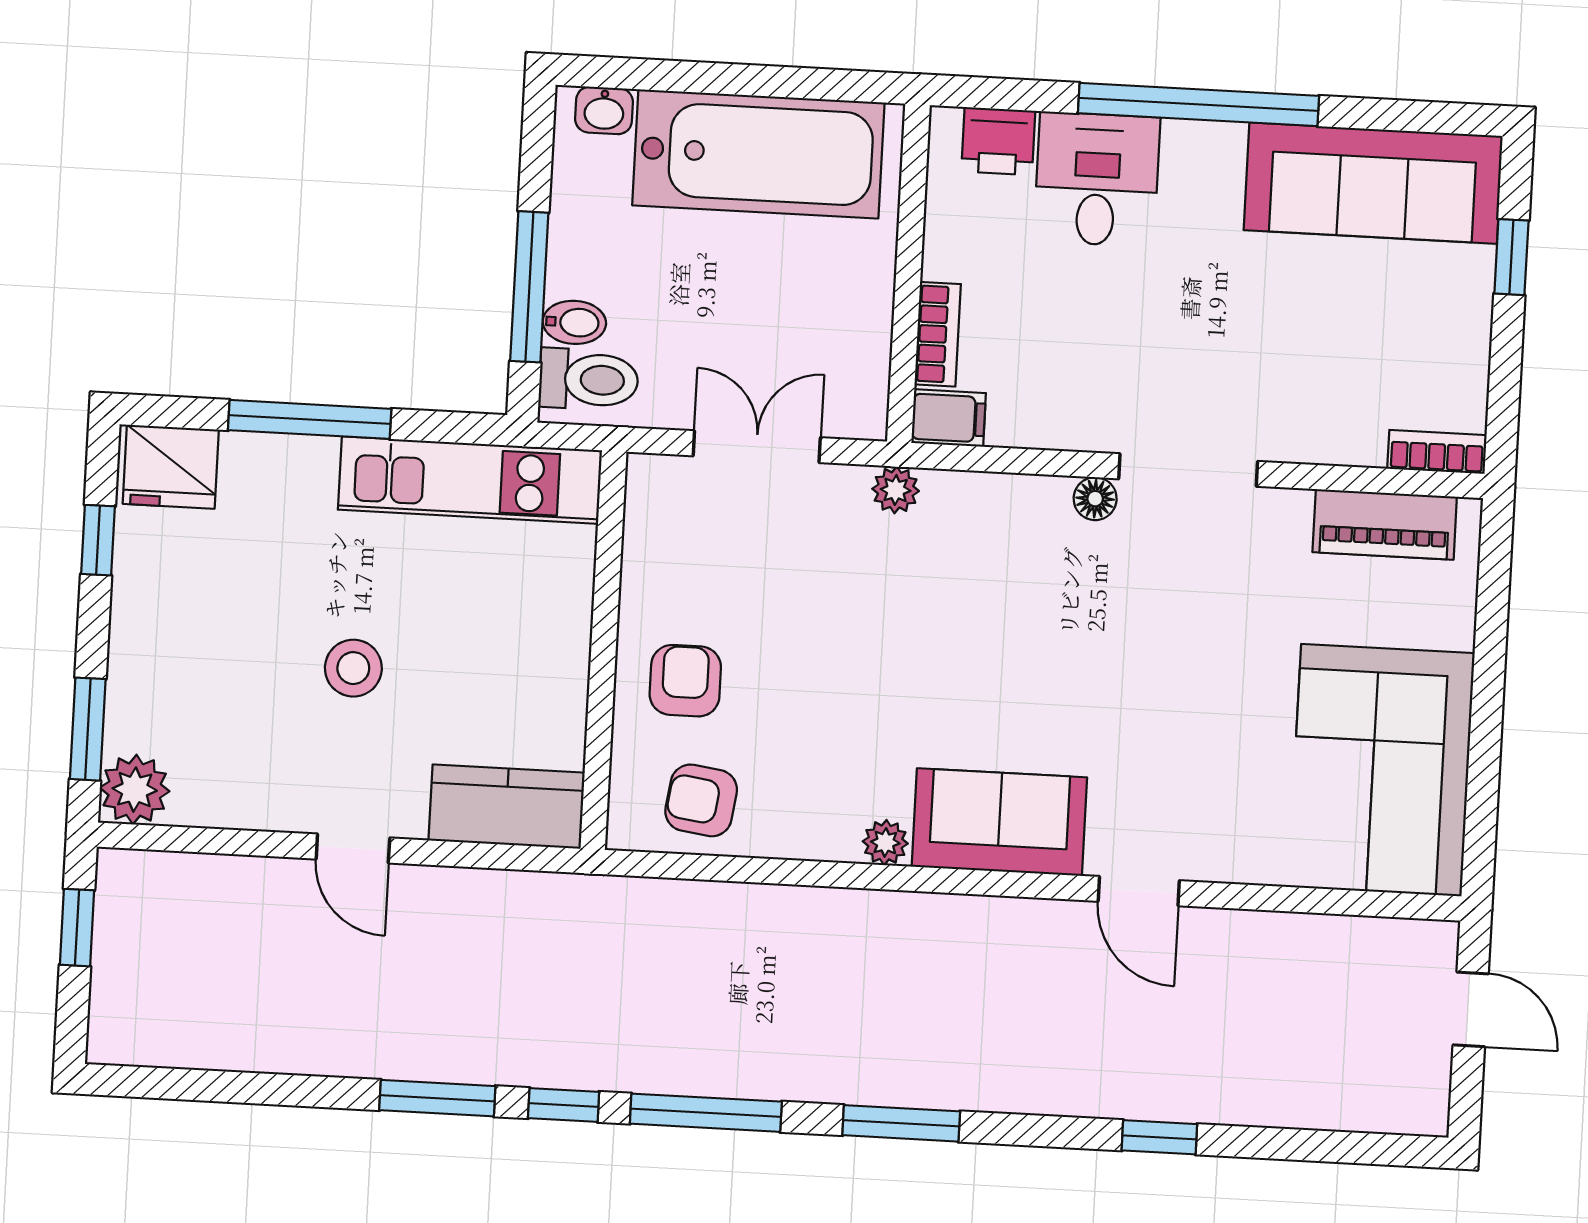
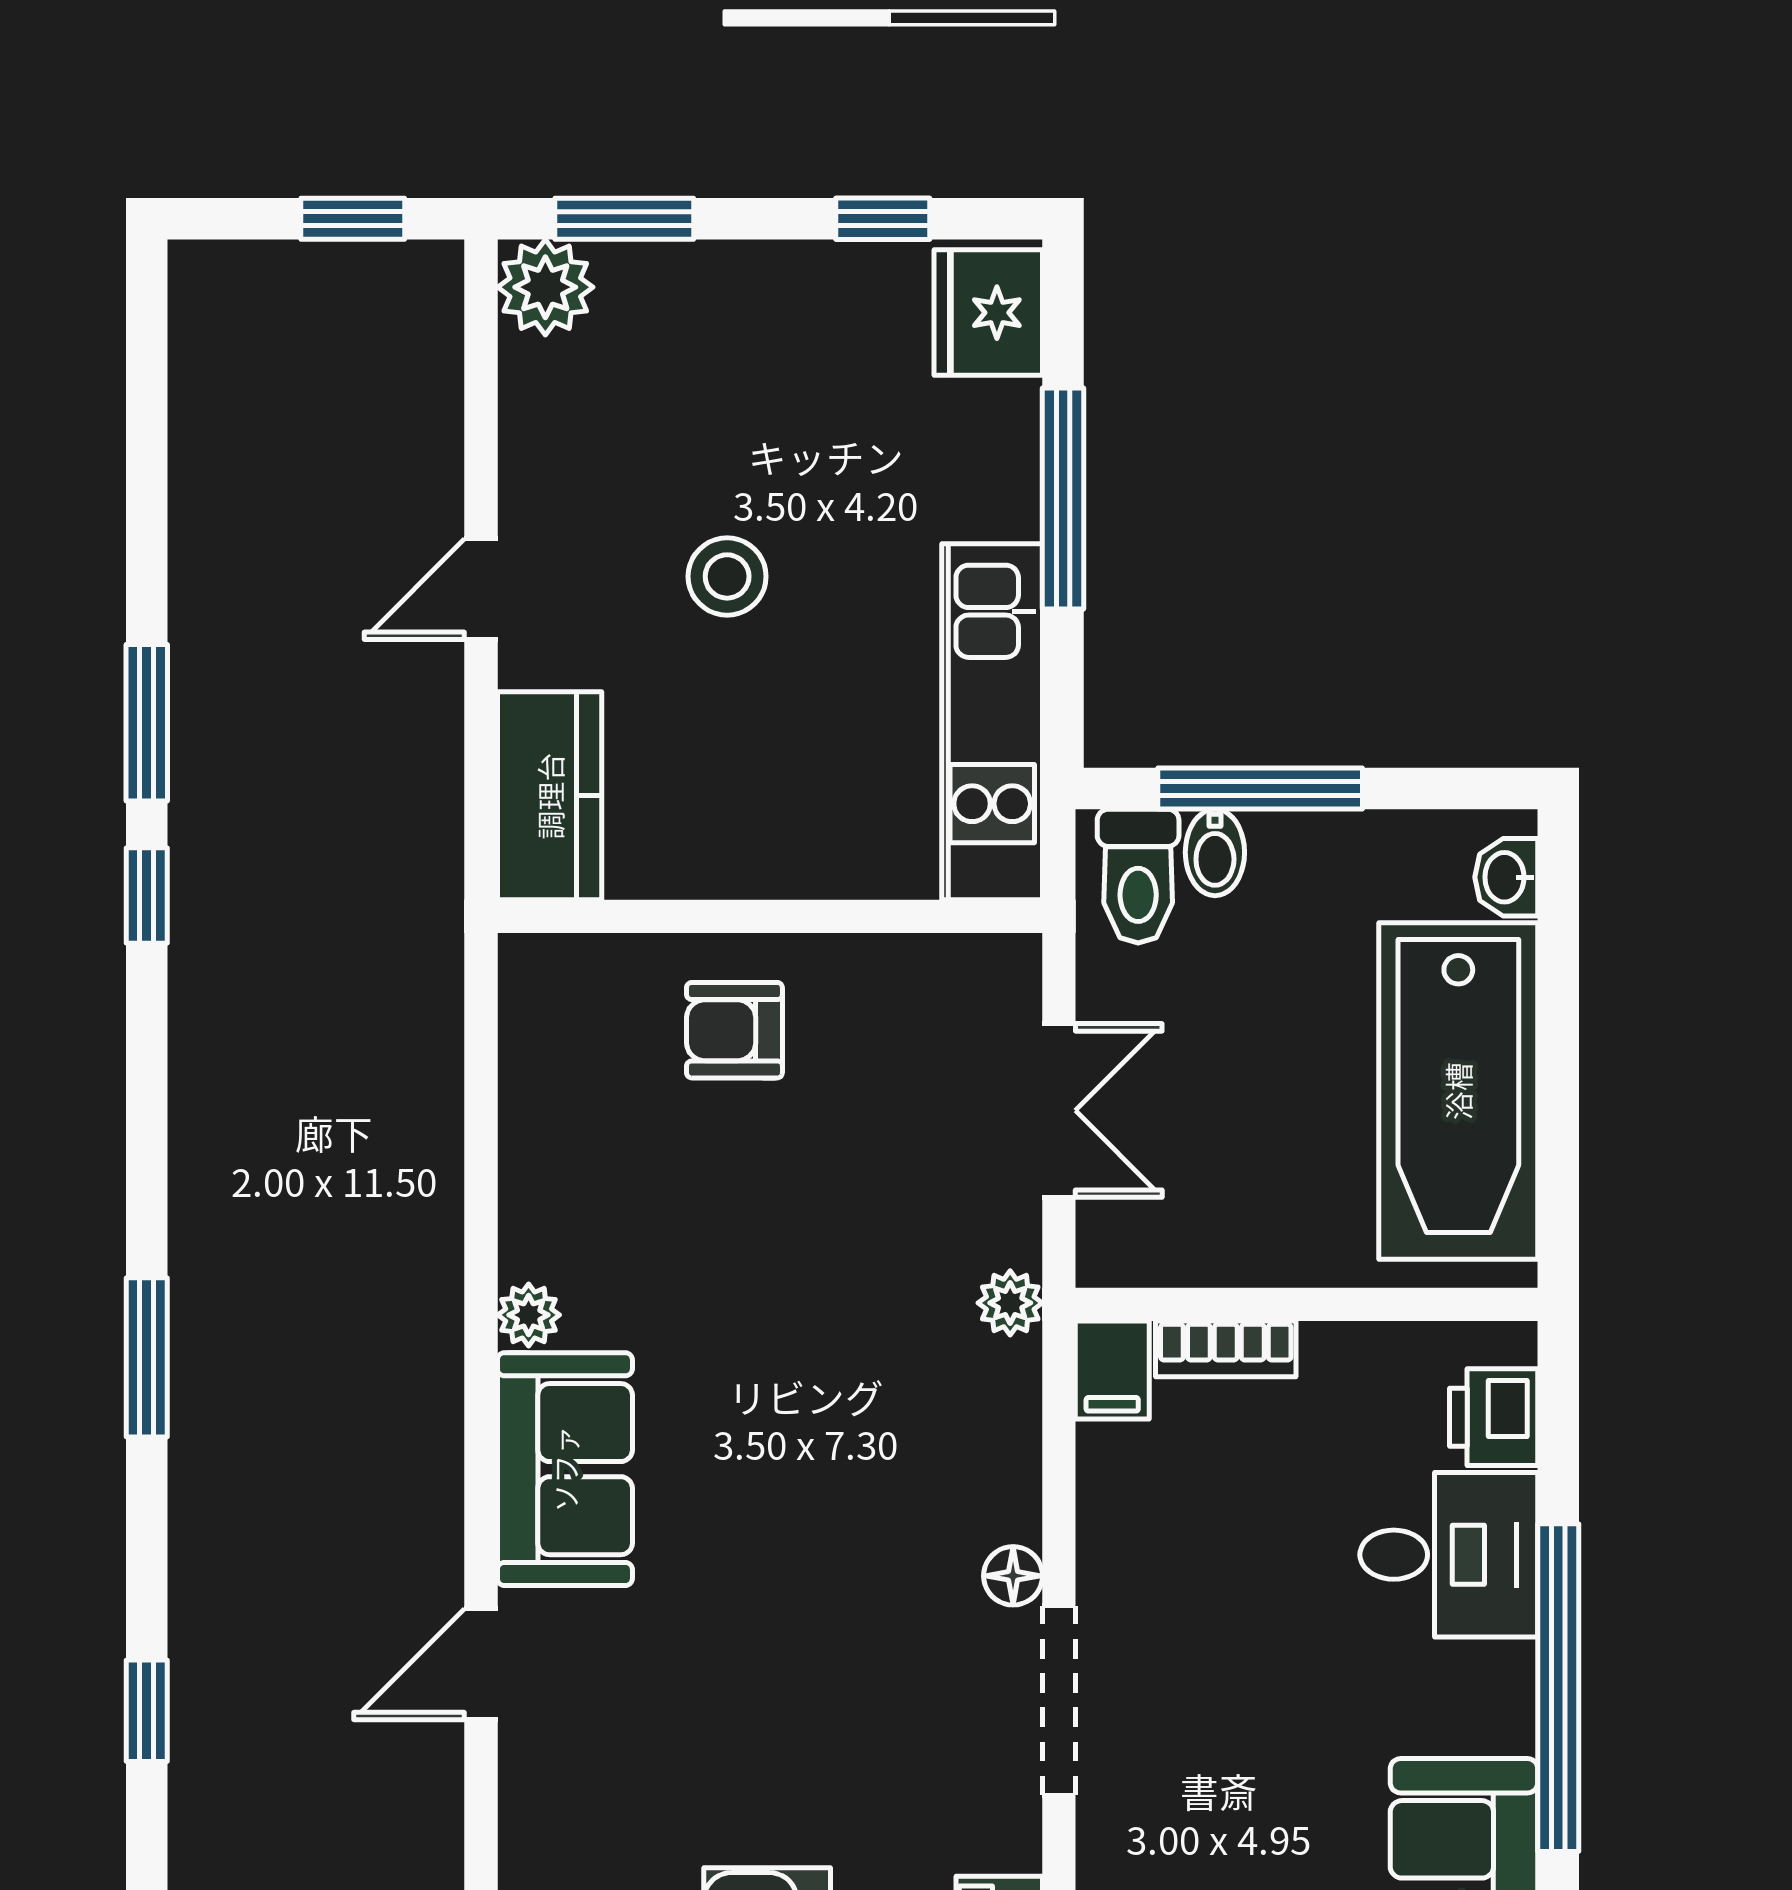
armchair: (685, 681) -> (734, 1030), turned 180
armchair: (701, 800) -> (572, 1061), removed
window: (706, 1113) -> (147, 1090), removed

